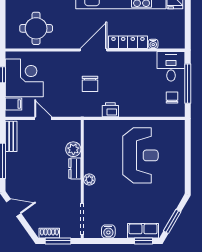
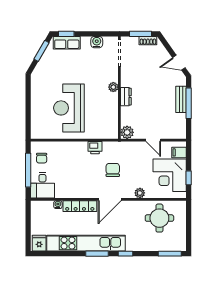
plant: (59, 57) -> (140, 193), added
bench: (11, 136) -> (181, 99), moved
plant: (73, 149) -> (127, 132), moved

